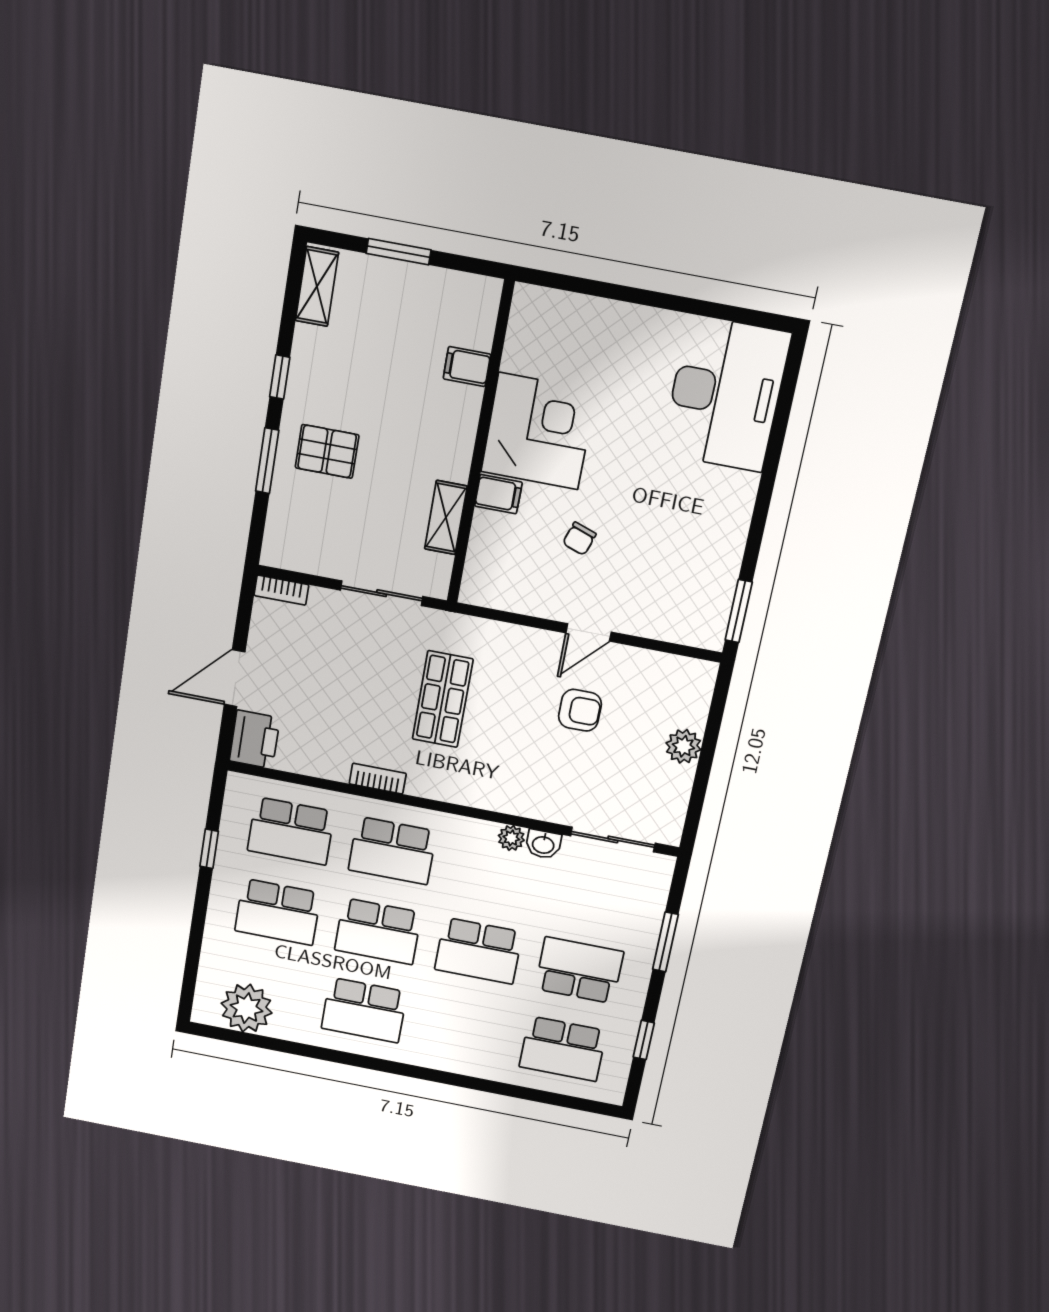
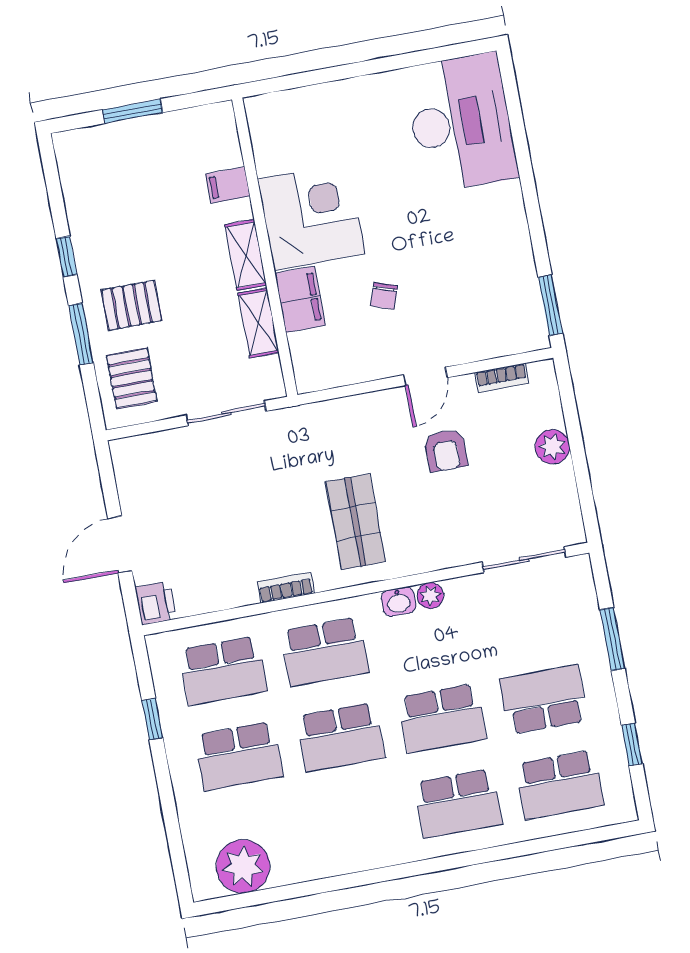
shelving: (317, 286) -> (246, 255), moved
filing cabinet: (498, 494) -> (300, 299), width x2.00
pallet: (302, 524) -> (132, 378), added
bookcase: (281, 590) -> (502, 378), moved
shop shelf: (443, 699) -> (356, 522), moved
armchair: (580, 710) -> (446, 450), turned 90
printer: (255, 739) -> (156, 603), width x0.73, depth x0.81
washbasin: (543, 844) -> (399, 602), moved
school desk: (364, 1010) -> (458, 804), moved

